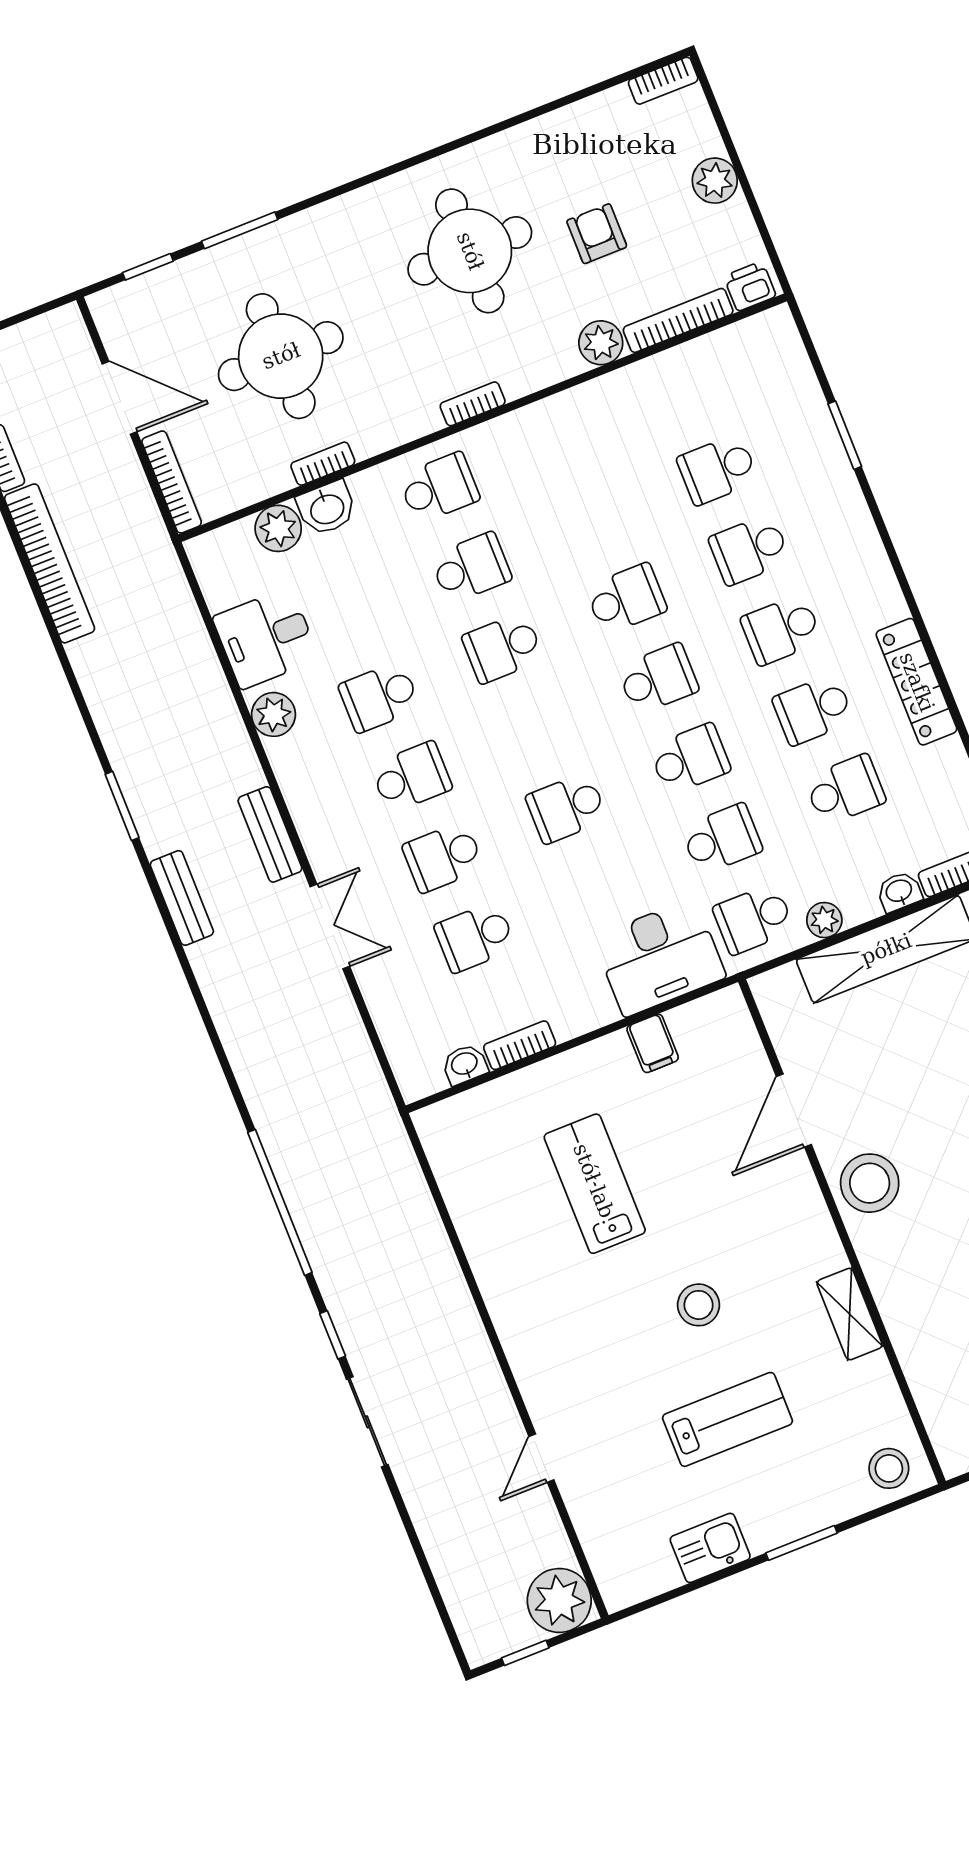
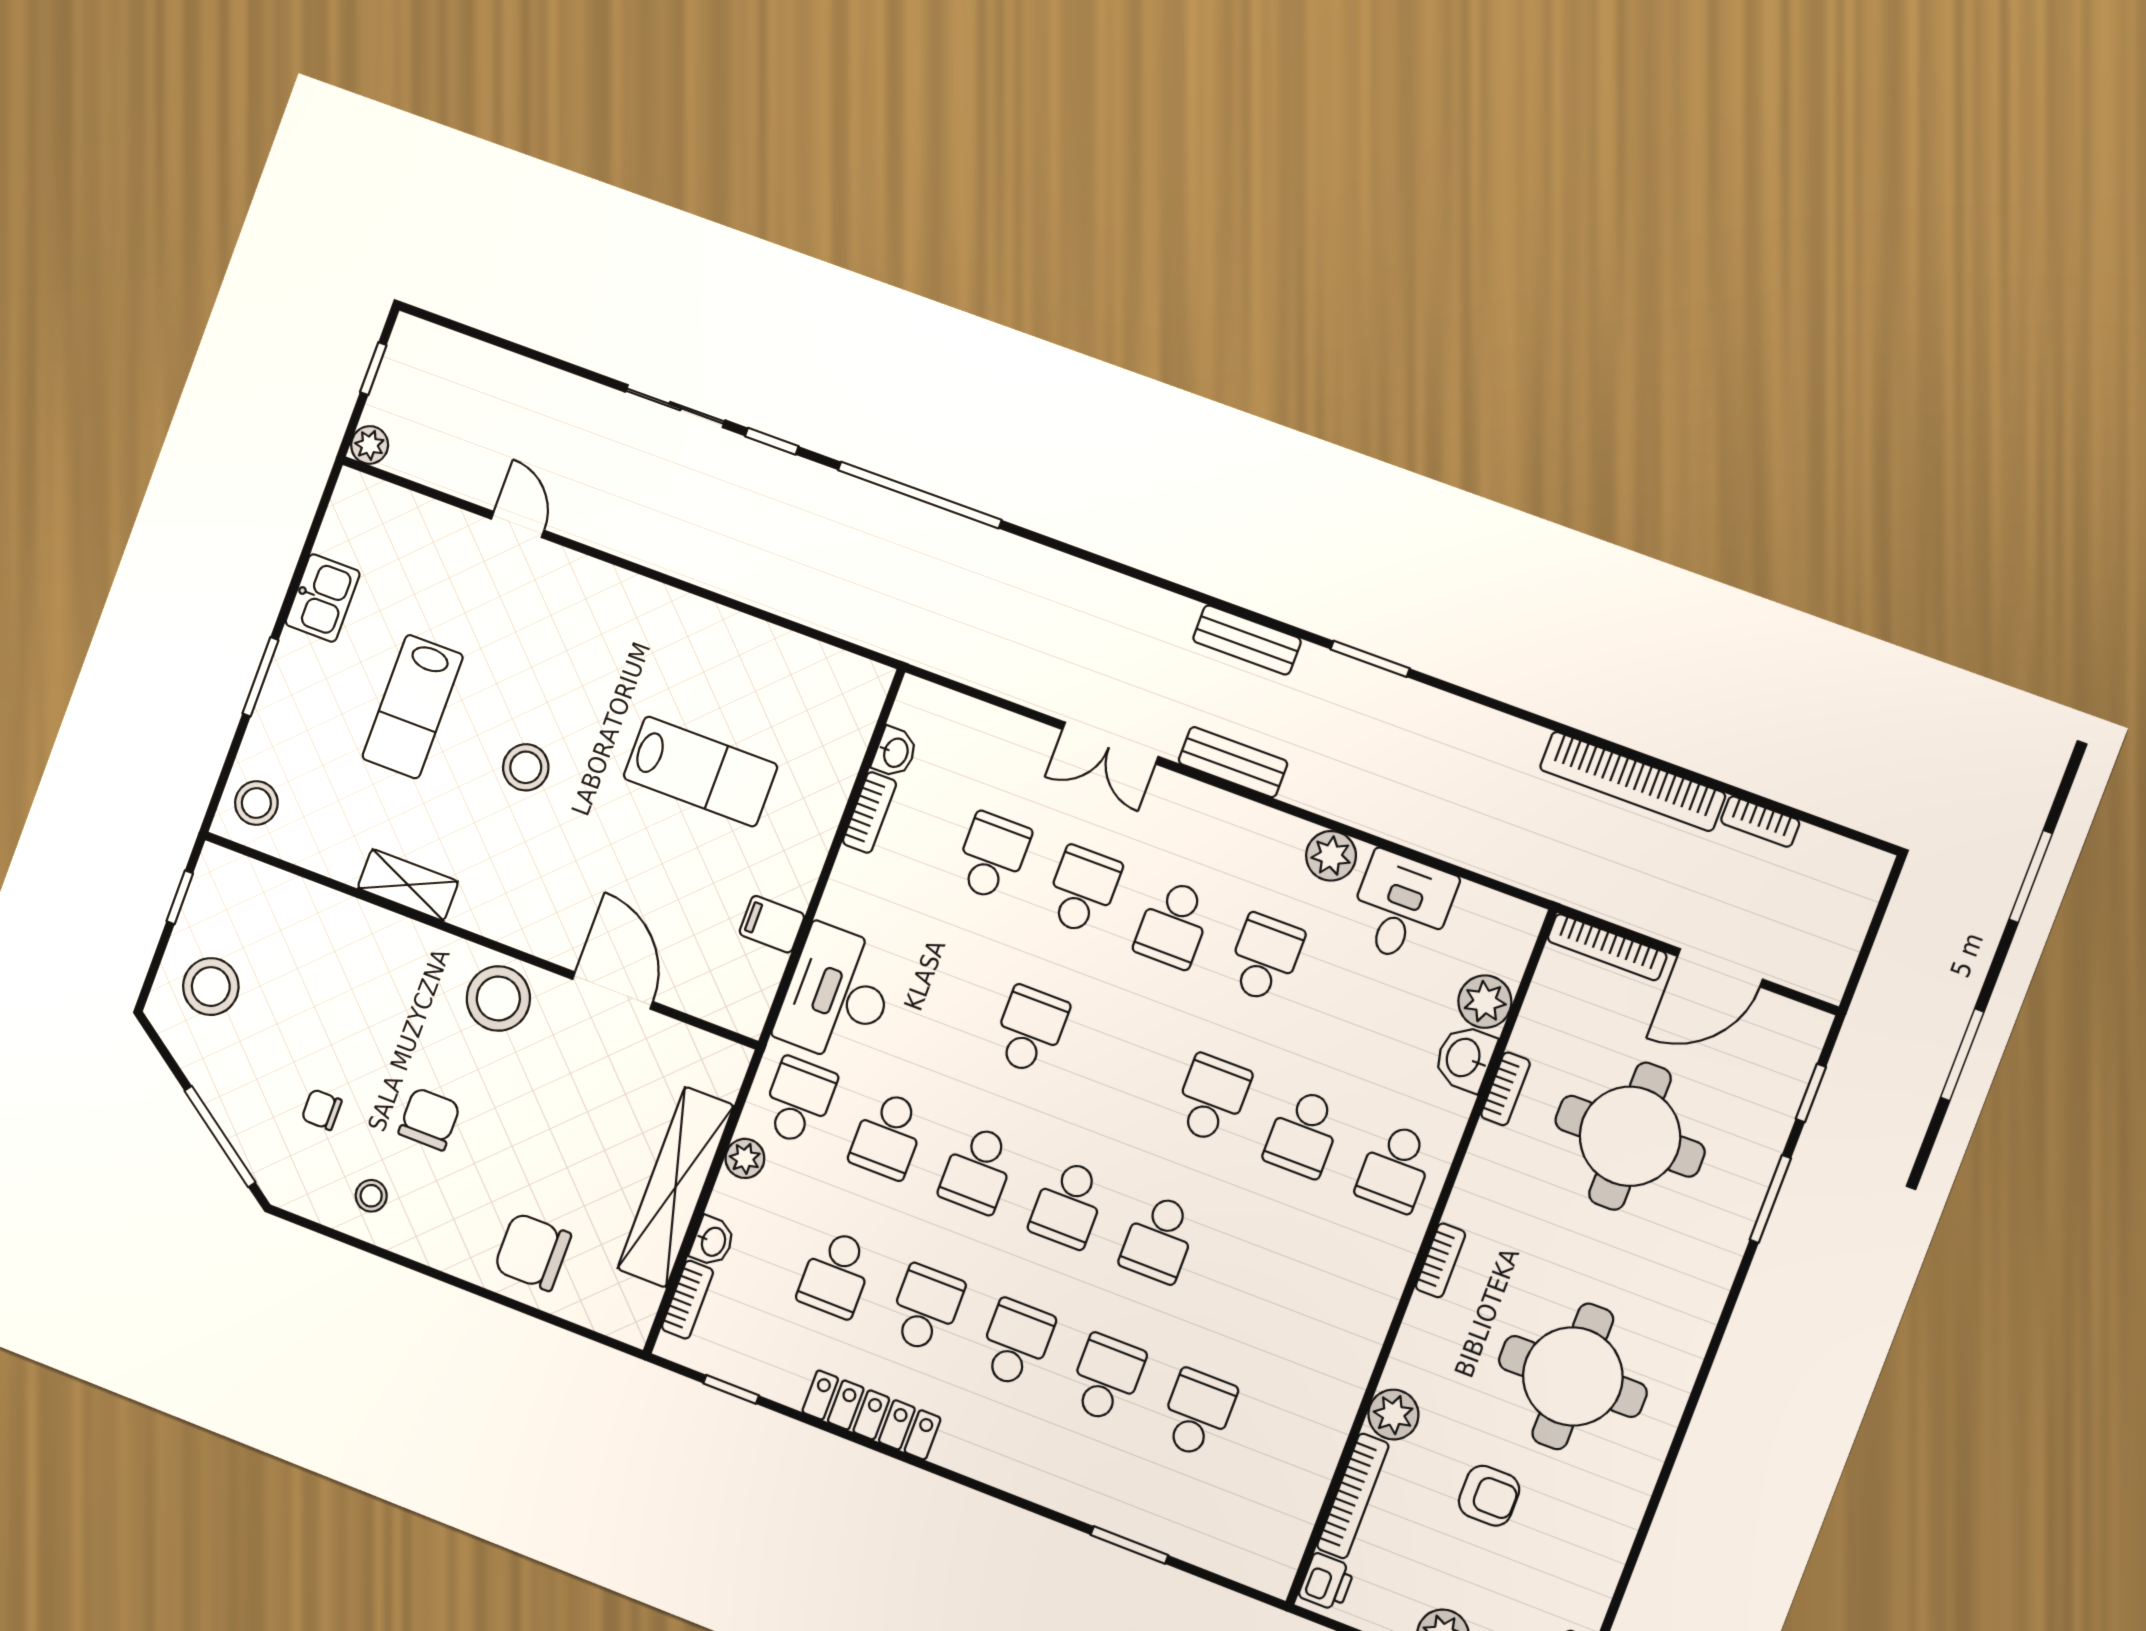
plant: (559, 1600) -> (370, 445), width x0.53, depth x0.53

